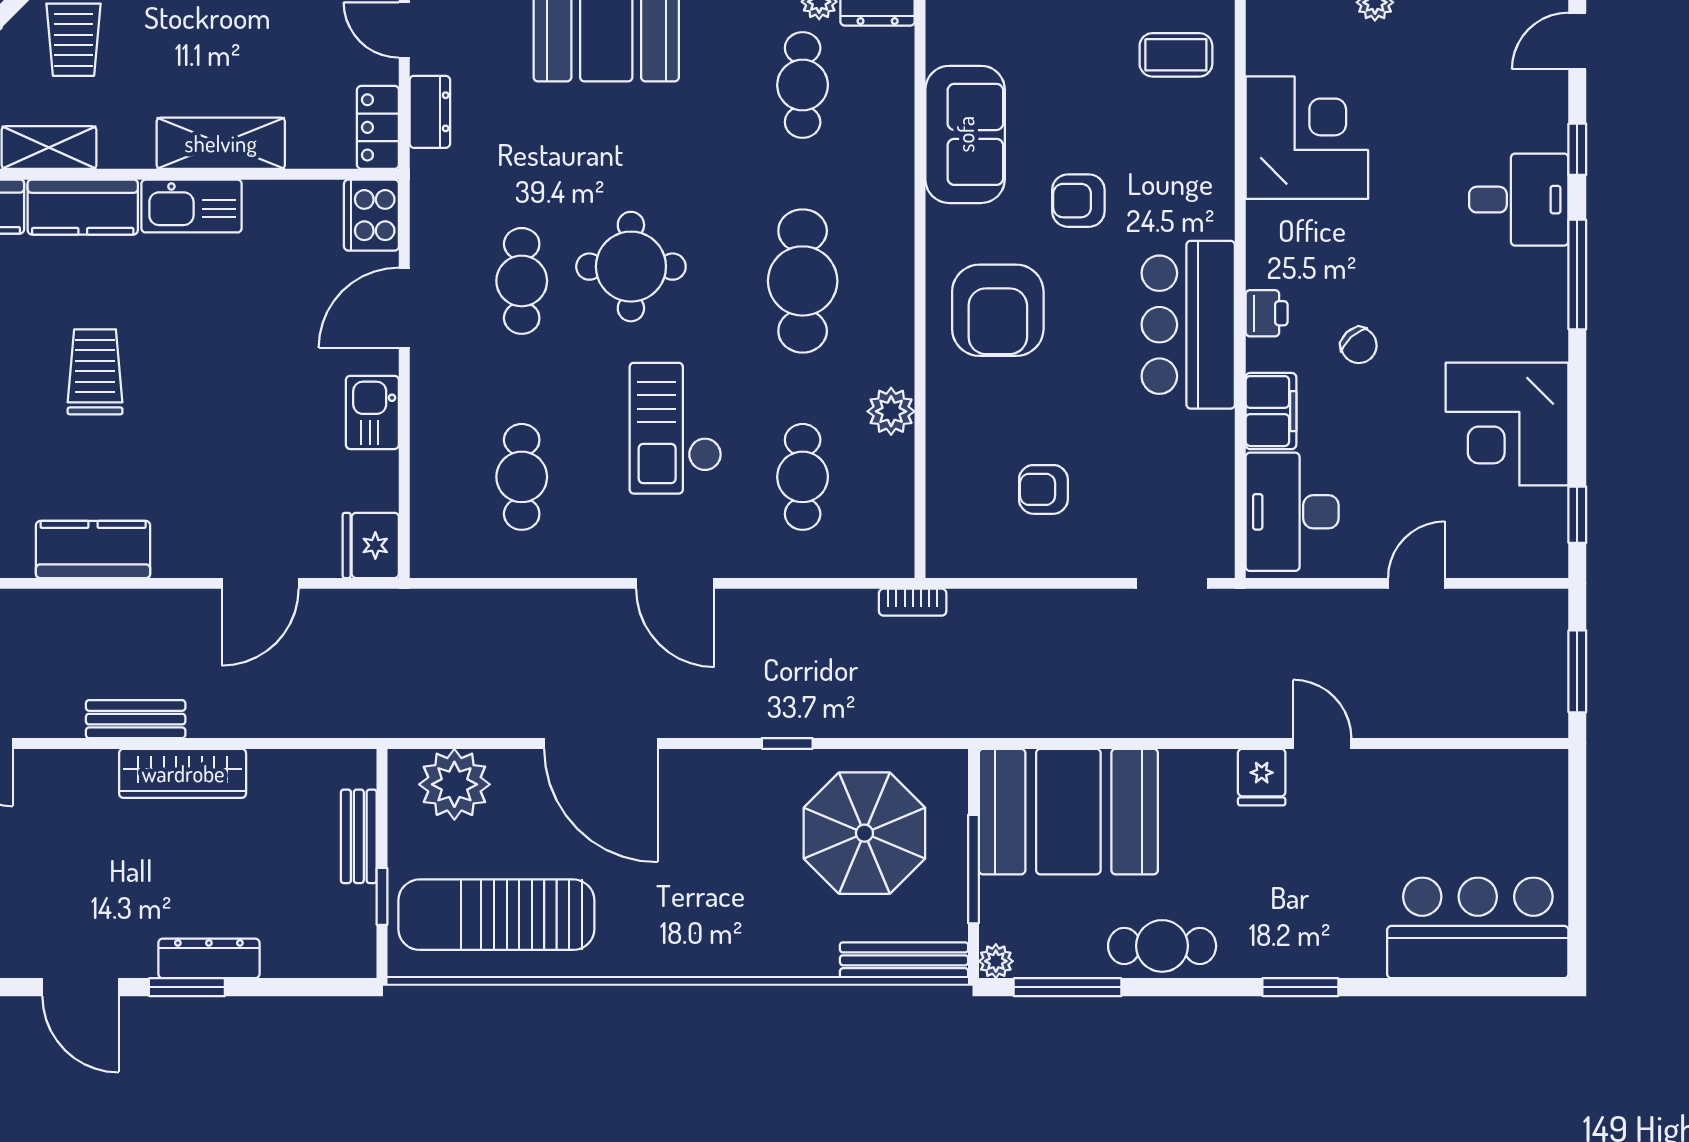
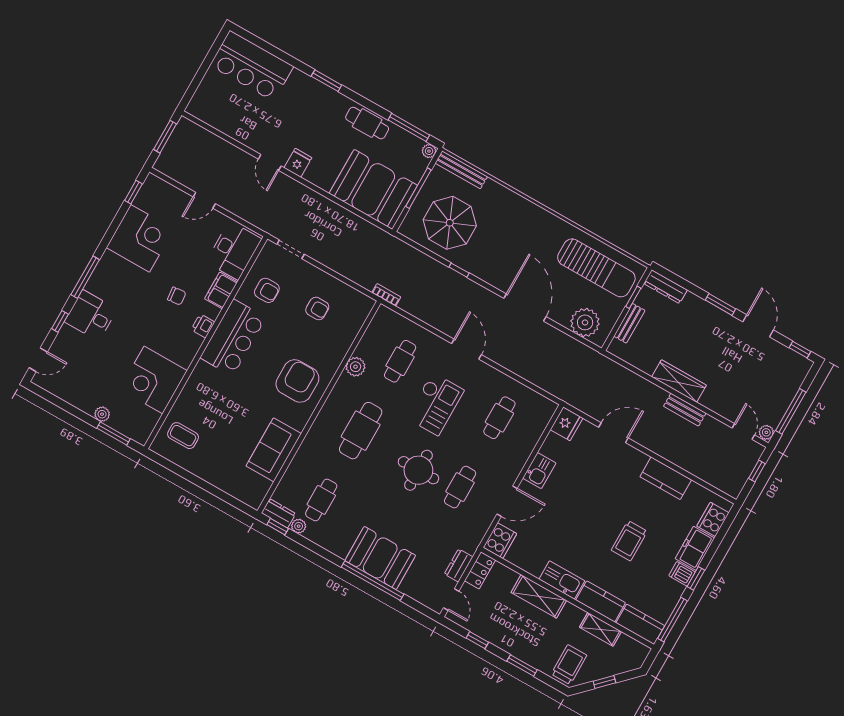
armchair: (1078, 201) -> (267, 290), moved
chair: (1359, 345) -> (177, 296), turned 126
dresser: (209, 958) -> (665, 287), moved

